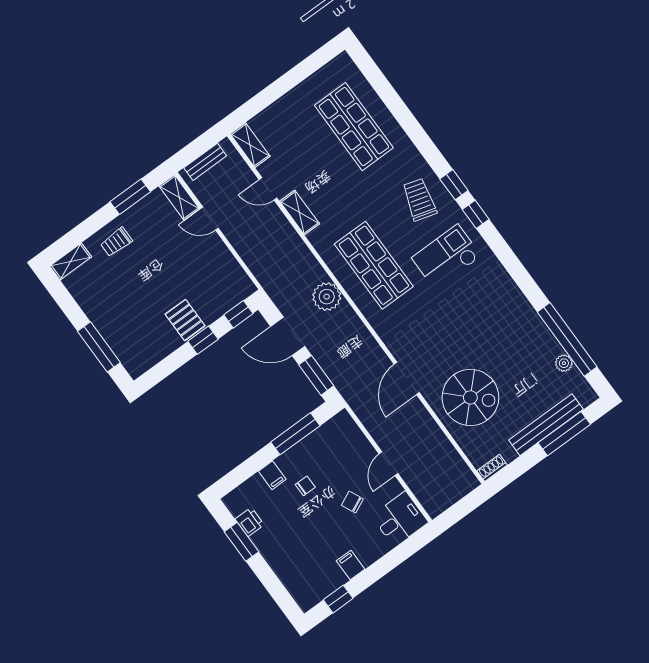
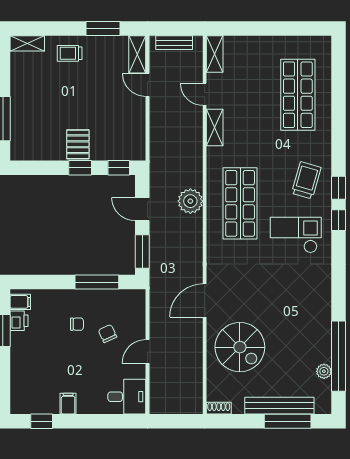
door: (288, 336) -> (142, 209), width x0.73
filing cabinet: (272, 475) -> (20, 302), moved, turned -90
chair: (352, 502) -> (108, 334), moved

